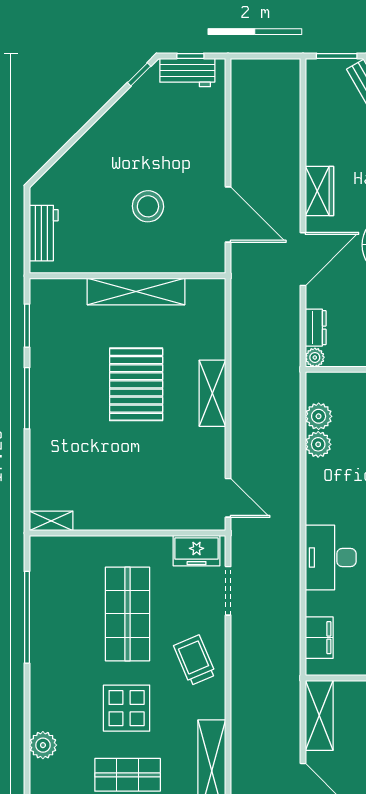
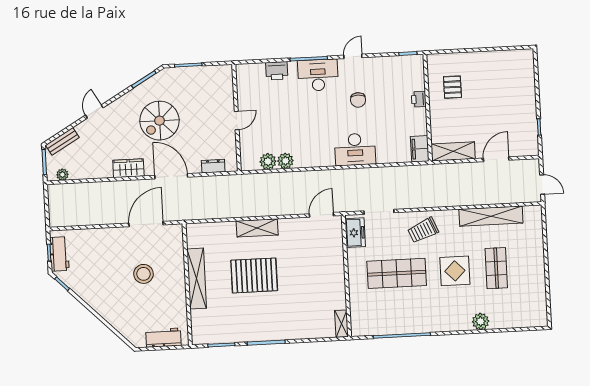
plant: (315, 357) -> (62, 175), moved
filing cabinet: (319, 638) -> (420, 149), moved, turned -90

